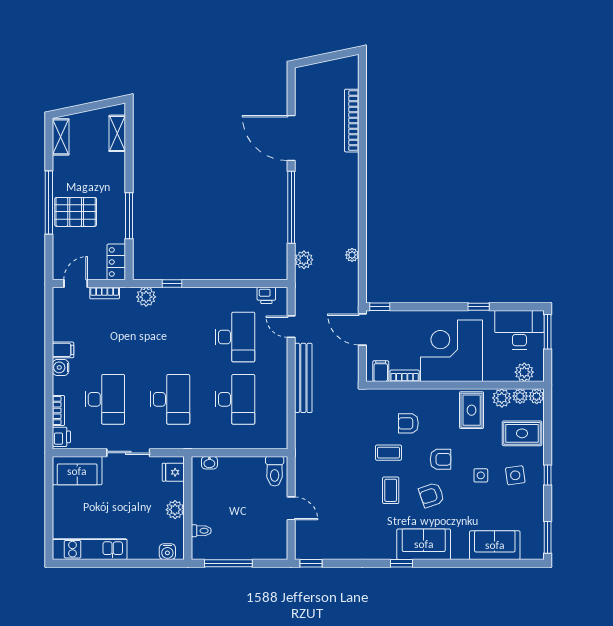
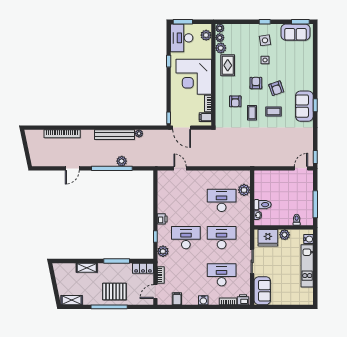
shelving: (117, 133) -> (87, 268), moved
door: (291, 138) -> (72, 168), width x0.53
pallet: (76, 212) -> (114, 292), turned 90
plant: (304, 260) -> (122, 161), moved
door: (76, 284) -> (155, 292), hinge flipped
printer: (266, 295) -> (162, 219), moved
door: (291, 327) -> (180, 168), swing flipped
door: (362, 329) -> (182, 128), hinge flipped
desk: (235, 337) -> (186, 238), moved
filing cabinet: (63, 350) -> (177, 299), moved
bench: (303, 378) -> (114, 135), moved
rug: (472, 410) -> (228, 65), turned 90
rug: (522, 433) -> (241, 36), removed
plant: (253, 439) -> (244, 190), added
toilet: (275, 471) -> (263, 205), moved
fridge: (173, 472) -> (268, 238), width x1.88, depth x1.34
door: (291, 508) -> (301, 168), moved
sofa: (424, 544) -> (304, 106), moved
sofa: (495, 545) -> (296, 32), moved, turned -90
kitchen unit: (90, 549) -> (307, 266), moved

